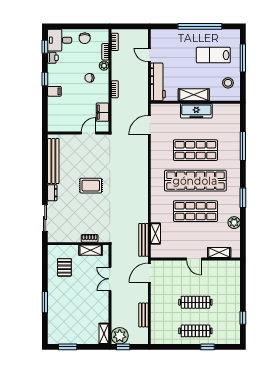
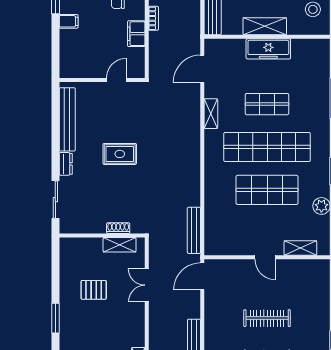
filing cabinet: (102, 112) -> (136, 34), moved
shop shelf: (195, 150) -> (267, 104), width x0.70, depth x0.74
shelving: (155, 234) -> (211, 114), moved
pallet: (64, 267) -> (94, 290), moved, turned 90

